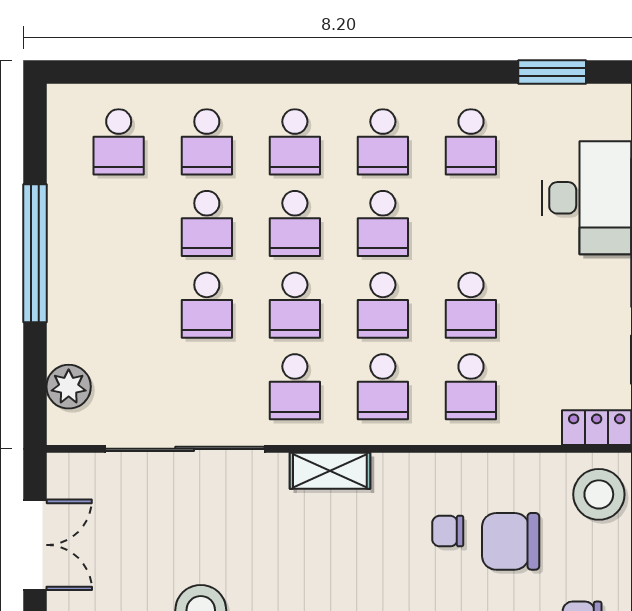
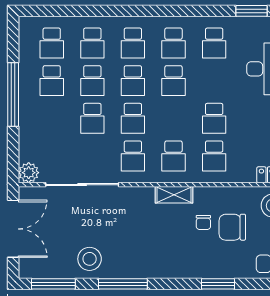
school desk: (383, 305) -> (52, 81), moved
plant: (69, 387) -> (29, 173), moved
shelving: (330, 471) -> (174, 195), moved
chair: (448, 531) -> (203, 222), turned -90
double door: (35, 545) -> (13, 229), width x1.37

